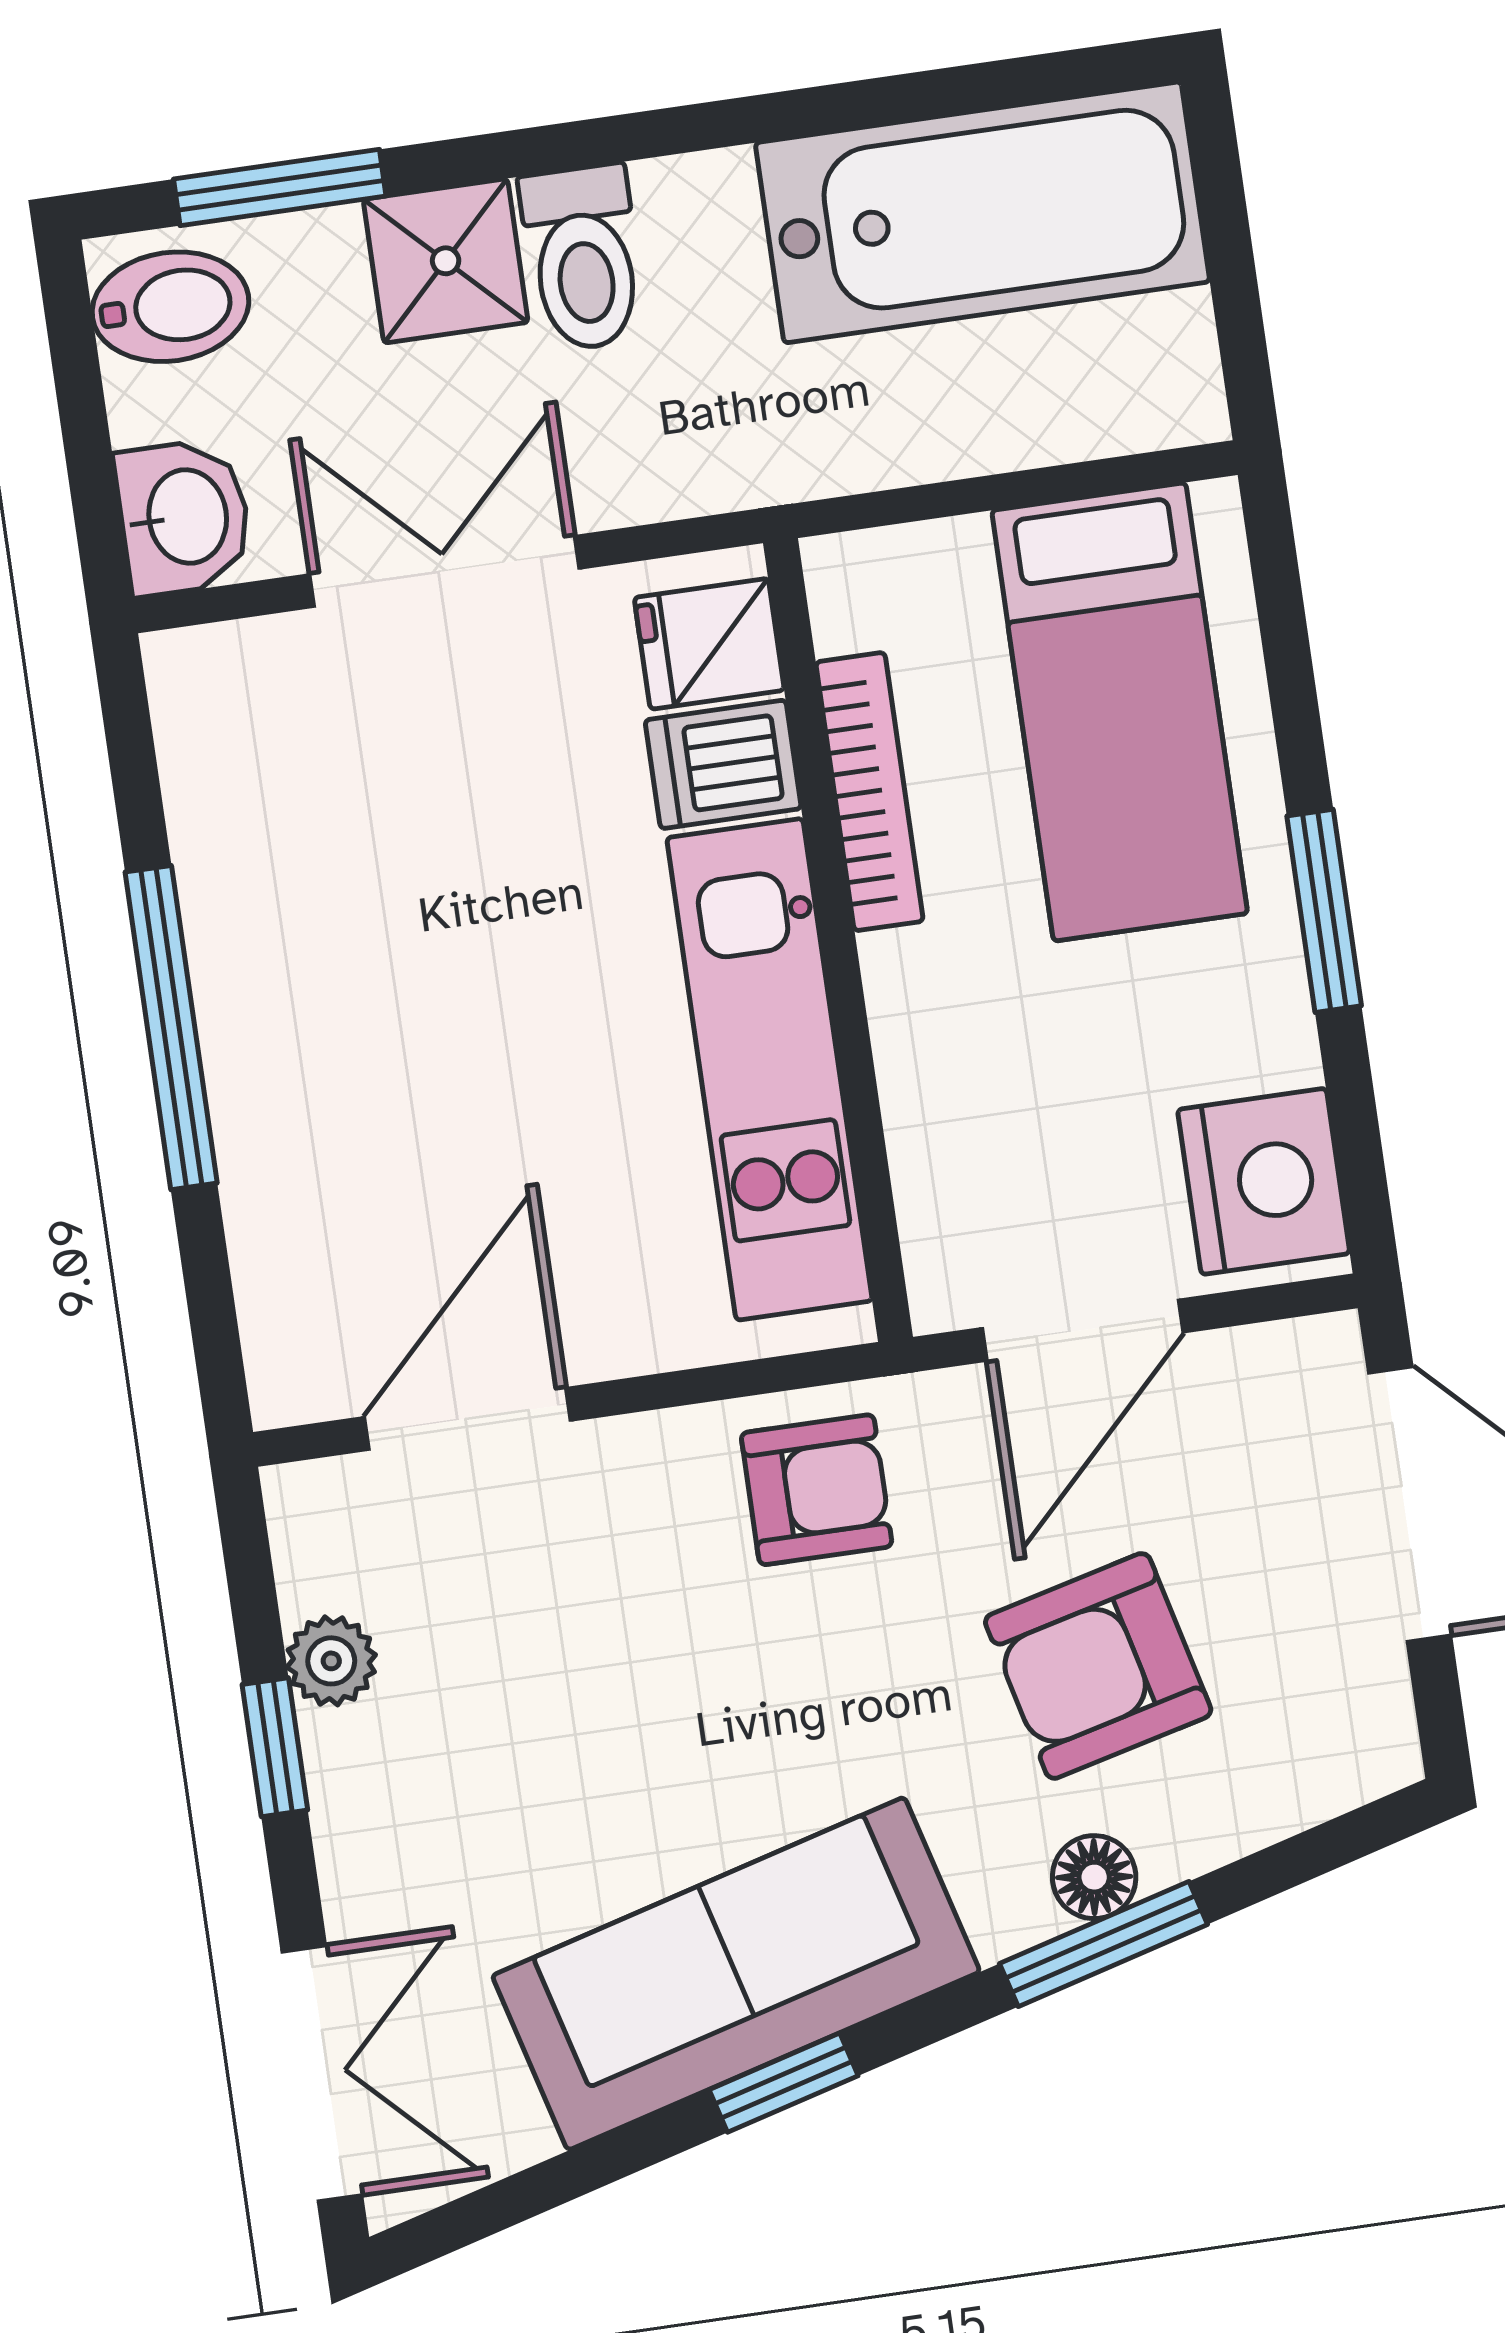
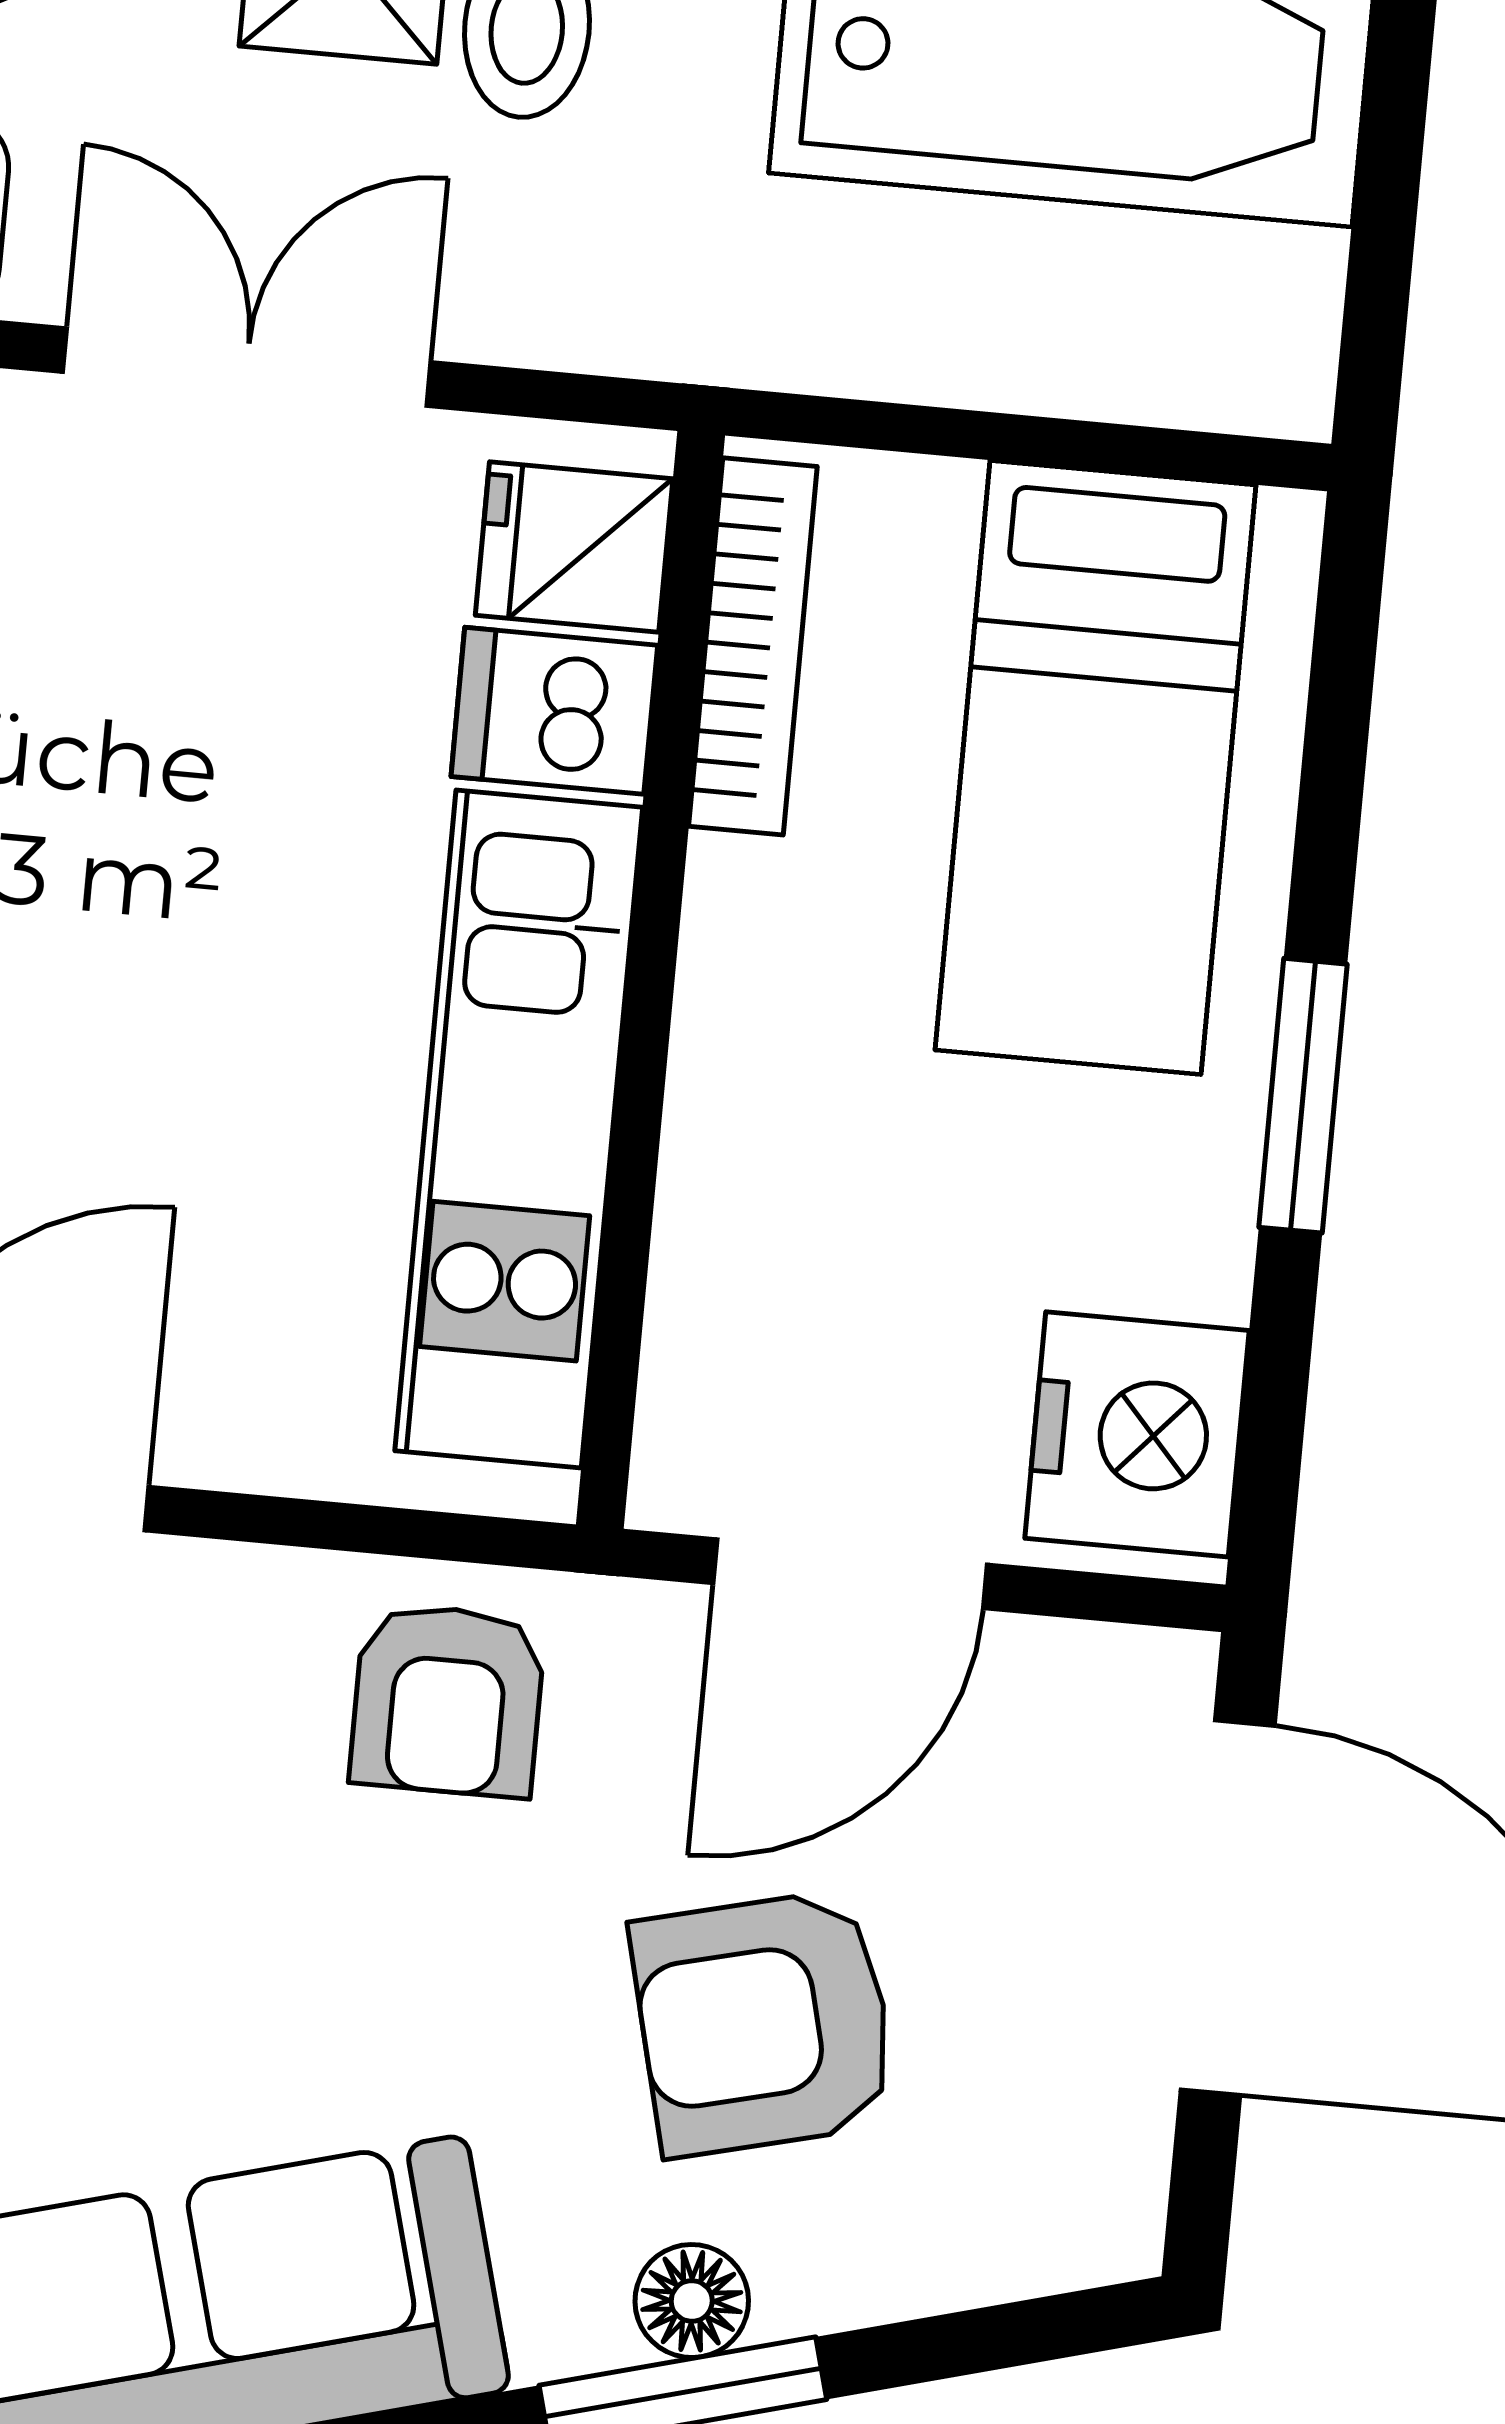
bookcase: (869, 792) -> (753, 646), moved
armchair: (817, 1490) -> (448, 1700), turned 90

